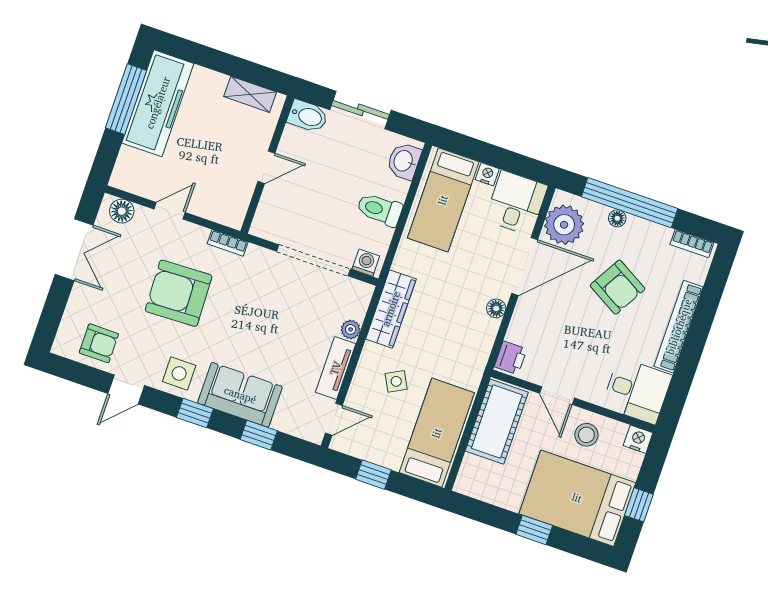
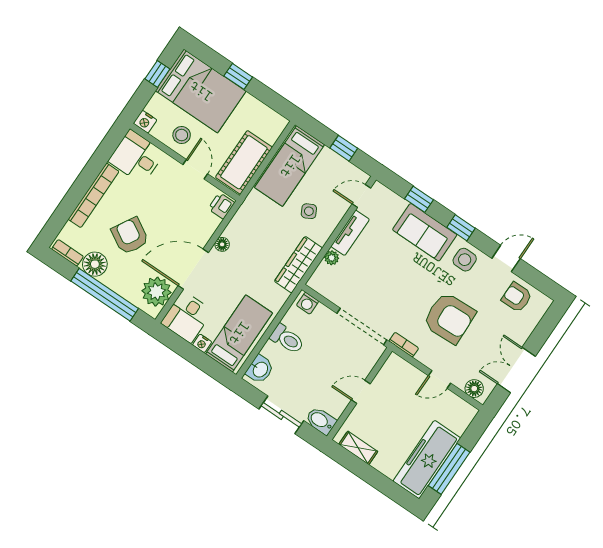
floor lamp: (617, 218) -> (95, 264), moved, width x1.89, depth x1.89
doorway: (313, 260) -> (362, 327), moved

